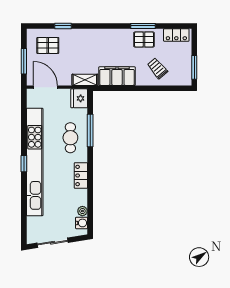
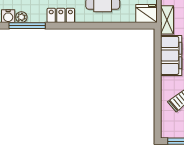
window: (90, 130) -> (27, 26), moved

